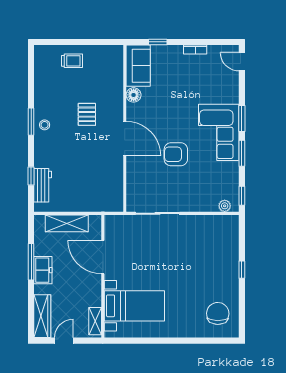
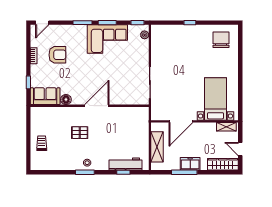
corner sofa: (219, 132) -> (107, 39), moved
armchair: (176, 154) -> (57, 55), moved, turned -90
workbench: (43, 185) -> (125, 164), width x1.38
chair: (218, 313) -> (221, 40), turned 89

